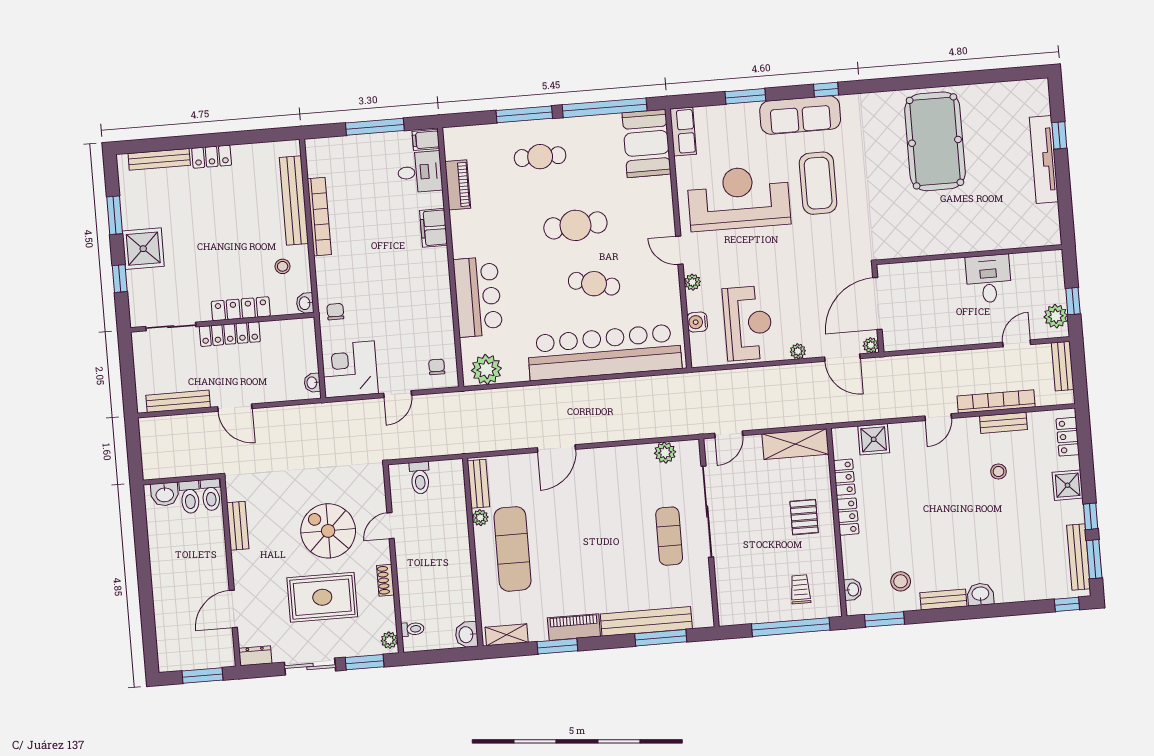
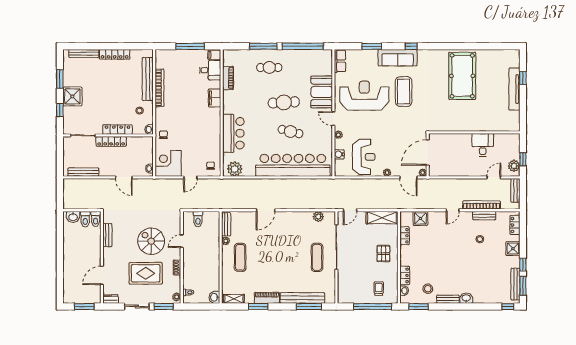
booth: (647, 143) -> (322, 92), moved
locker: (212, 157) -> (115, 54), width x1.53
door: (235, 408) -> (124, 177), moved
locker: (848, 517) -> (405, 275), moved
exercise mat: (513, 549) -> (240, 257), width x0.73, depth x0.69

